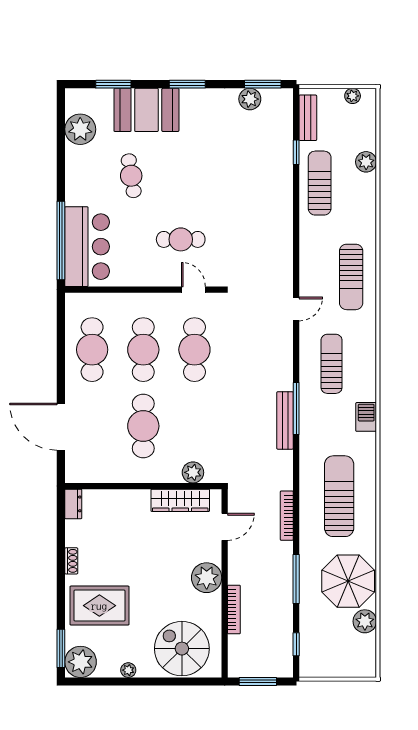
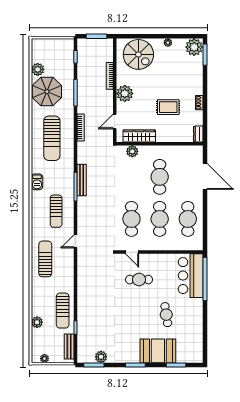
plant: (80, 129) -> (194, 340), removed
rug: (99, 606) -> (168, 107), moved, width x0.73, depth x0.70

